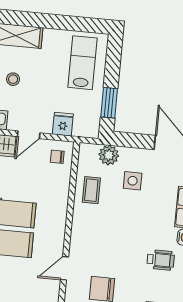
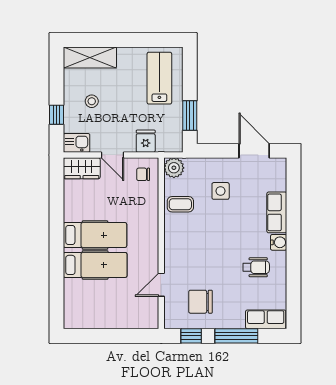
door: (29, 135) -> (113, 155), hinge flipped
plant: (109, 155) -> (174, 168), moved
coffee table: (91, 190) -> (180, 204), turned 90

